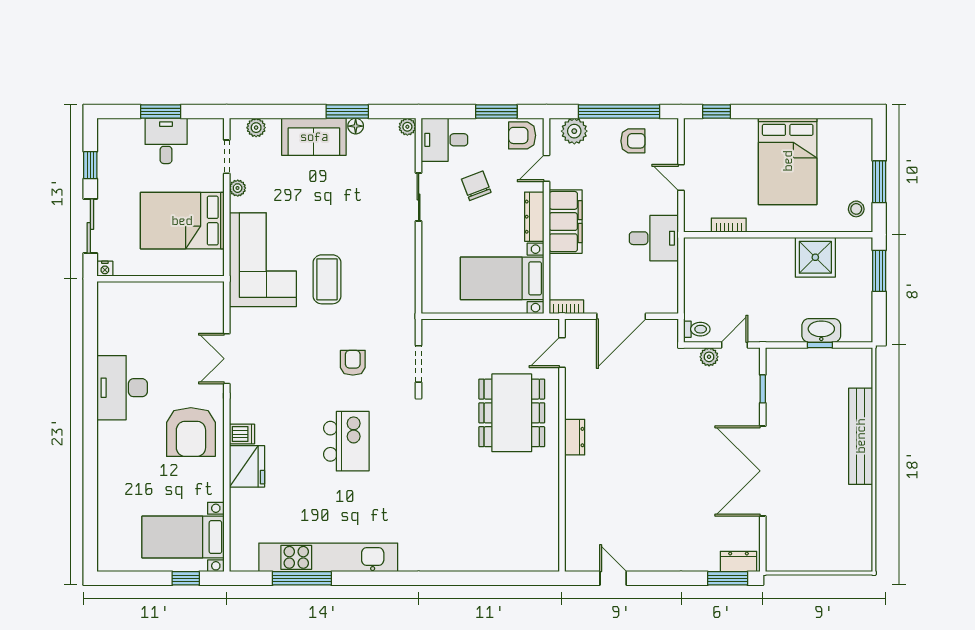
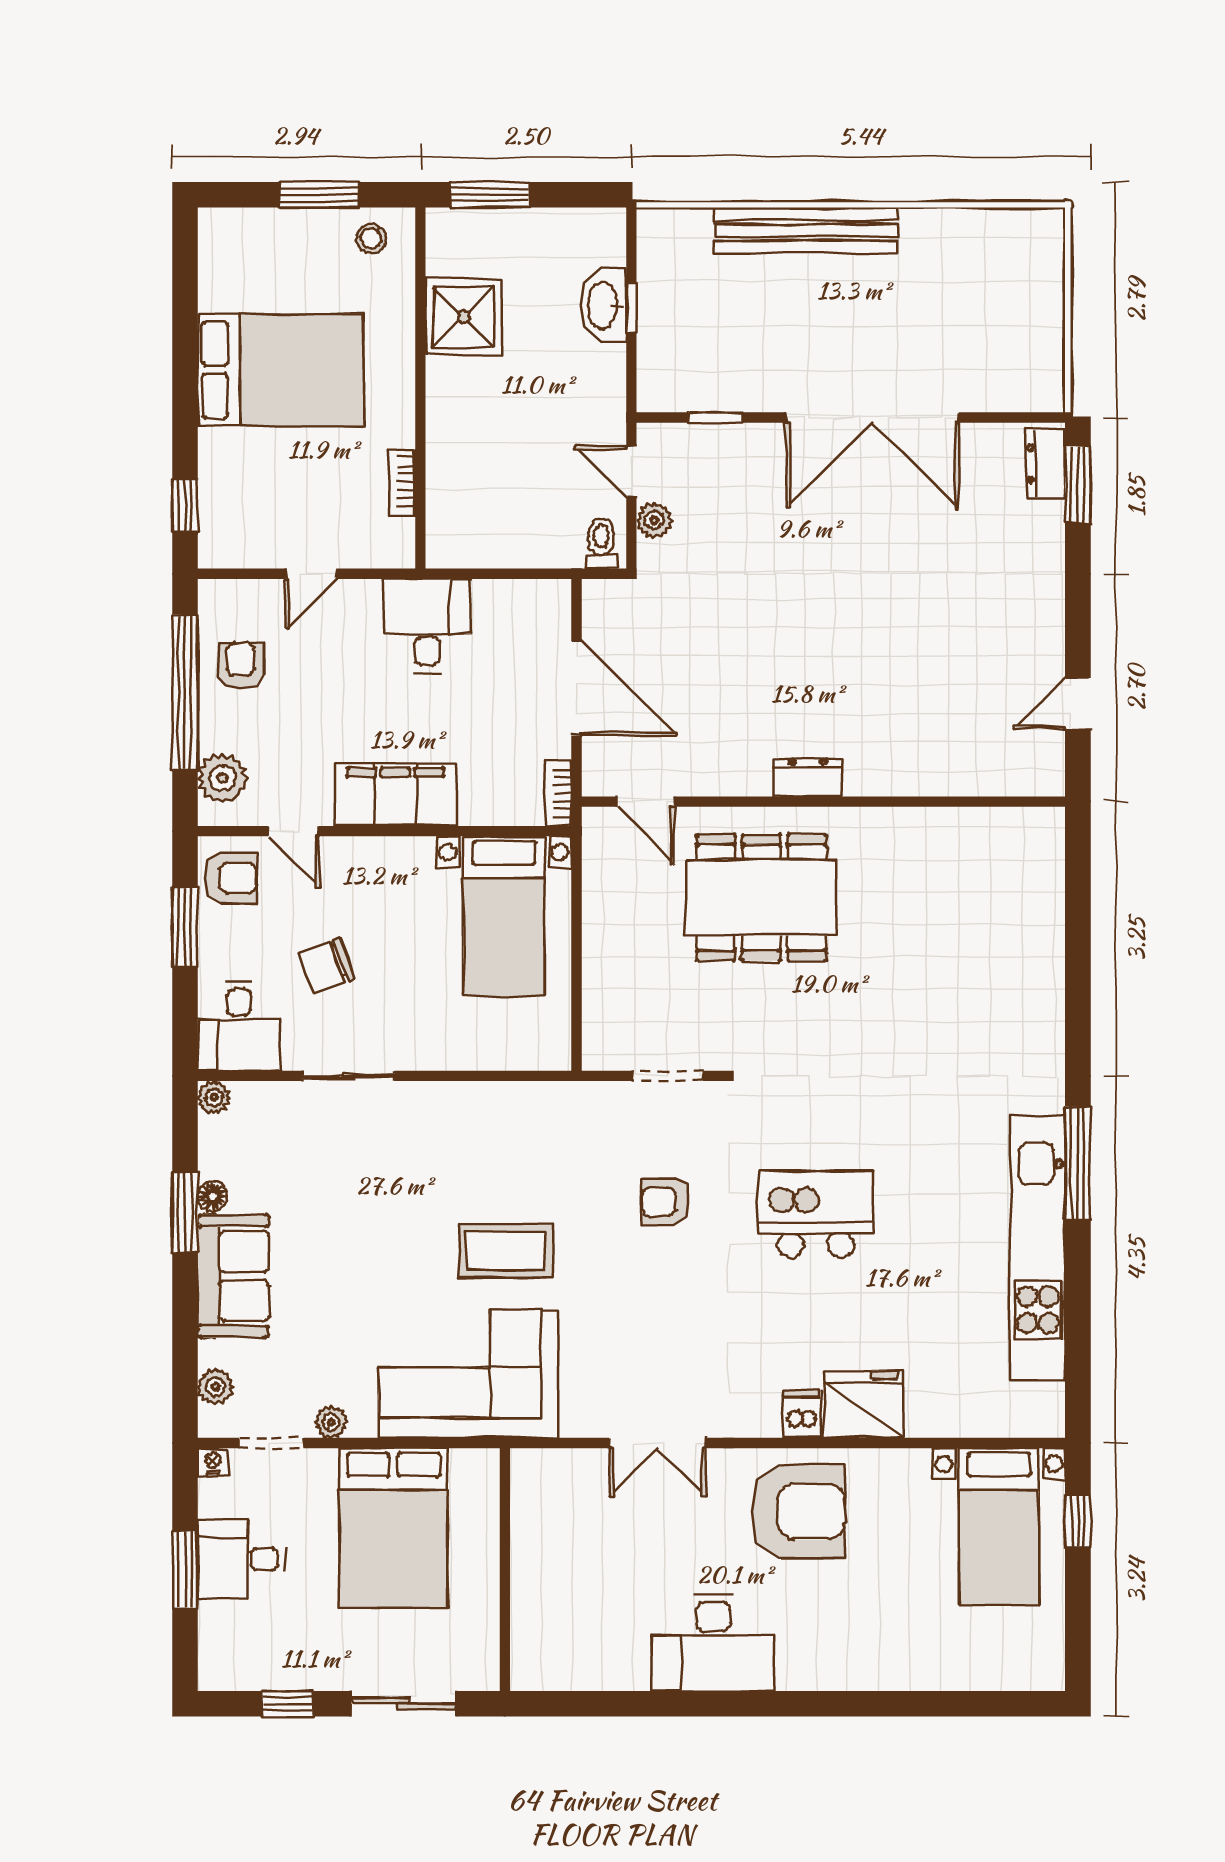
armchair: (522, 135) -> (231, 878), turned -90
dresser: (534, 217) -> (386, 855), removed
nightstand: (105, 269) -> (213, 1462), moved, turned -90
window: (302, 578) -> (1078, 1163), moved

